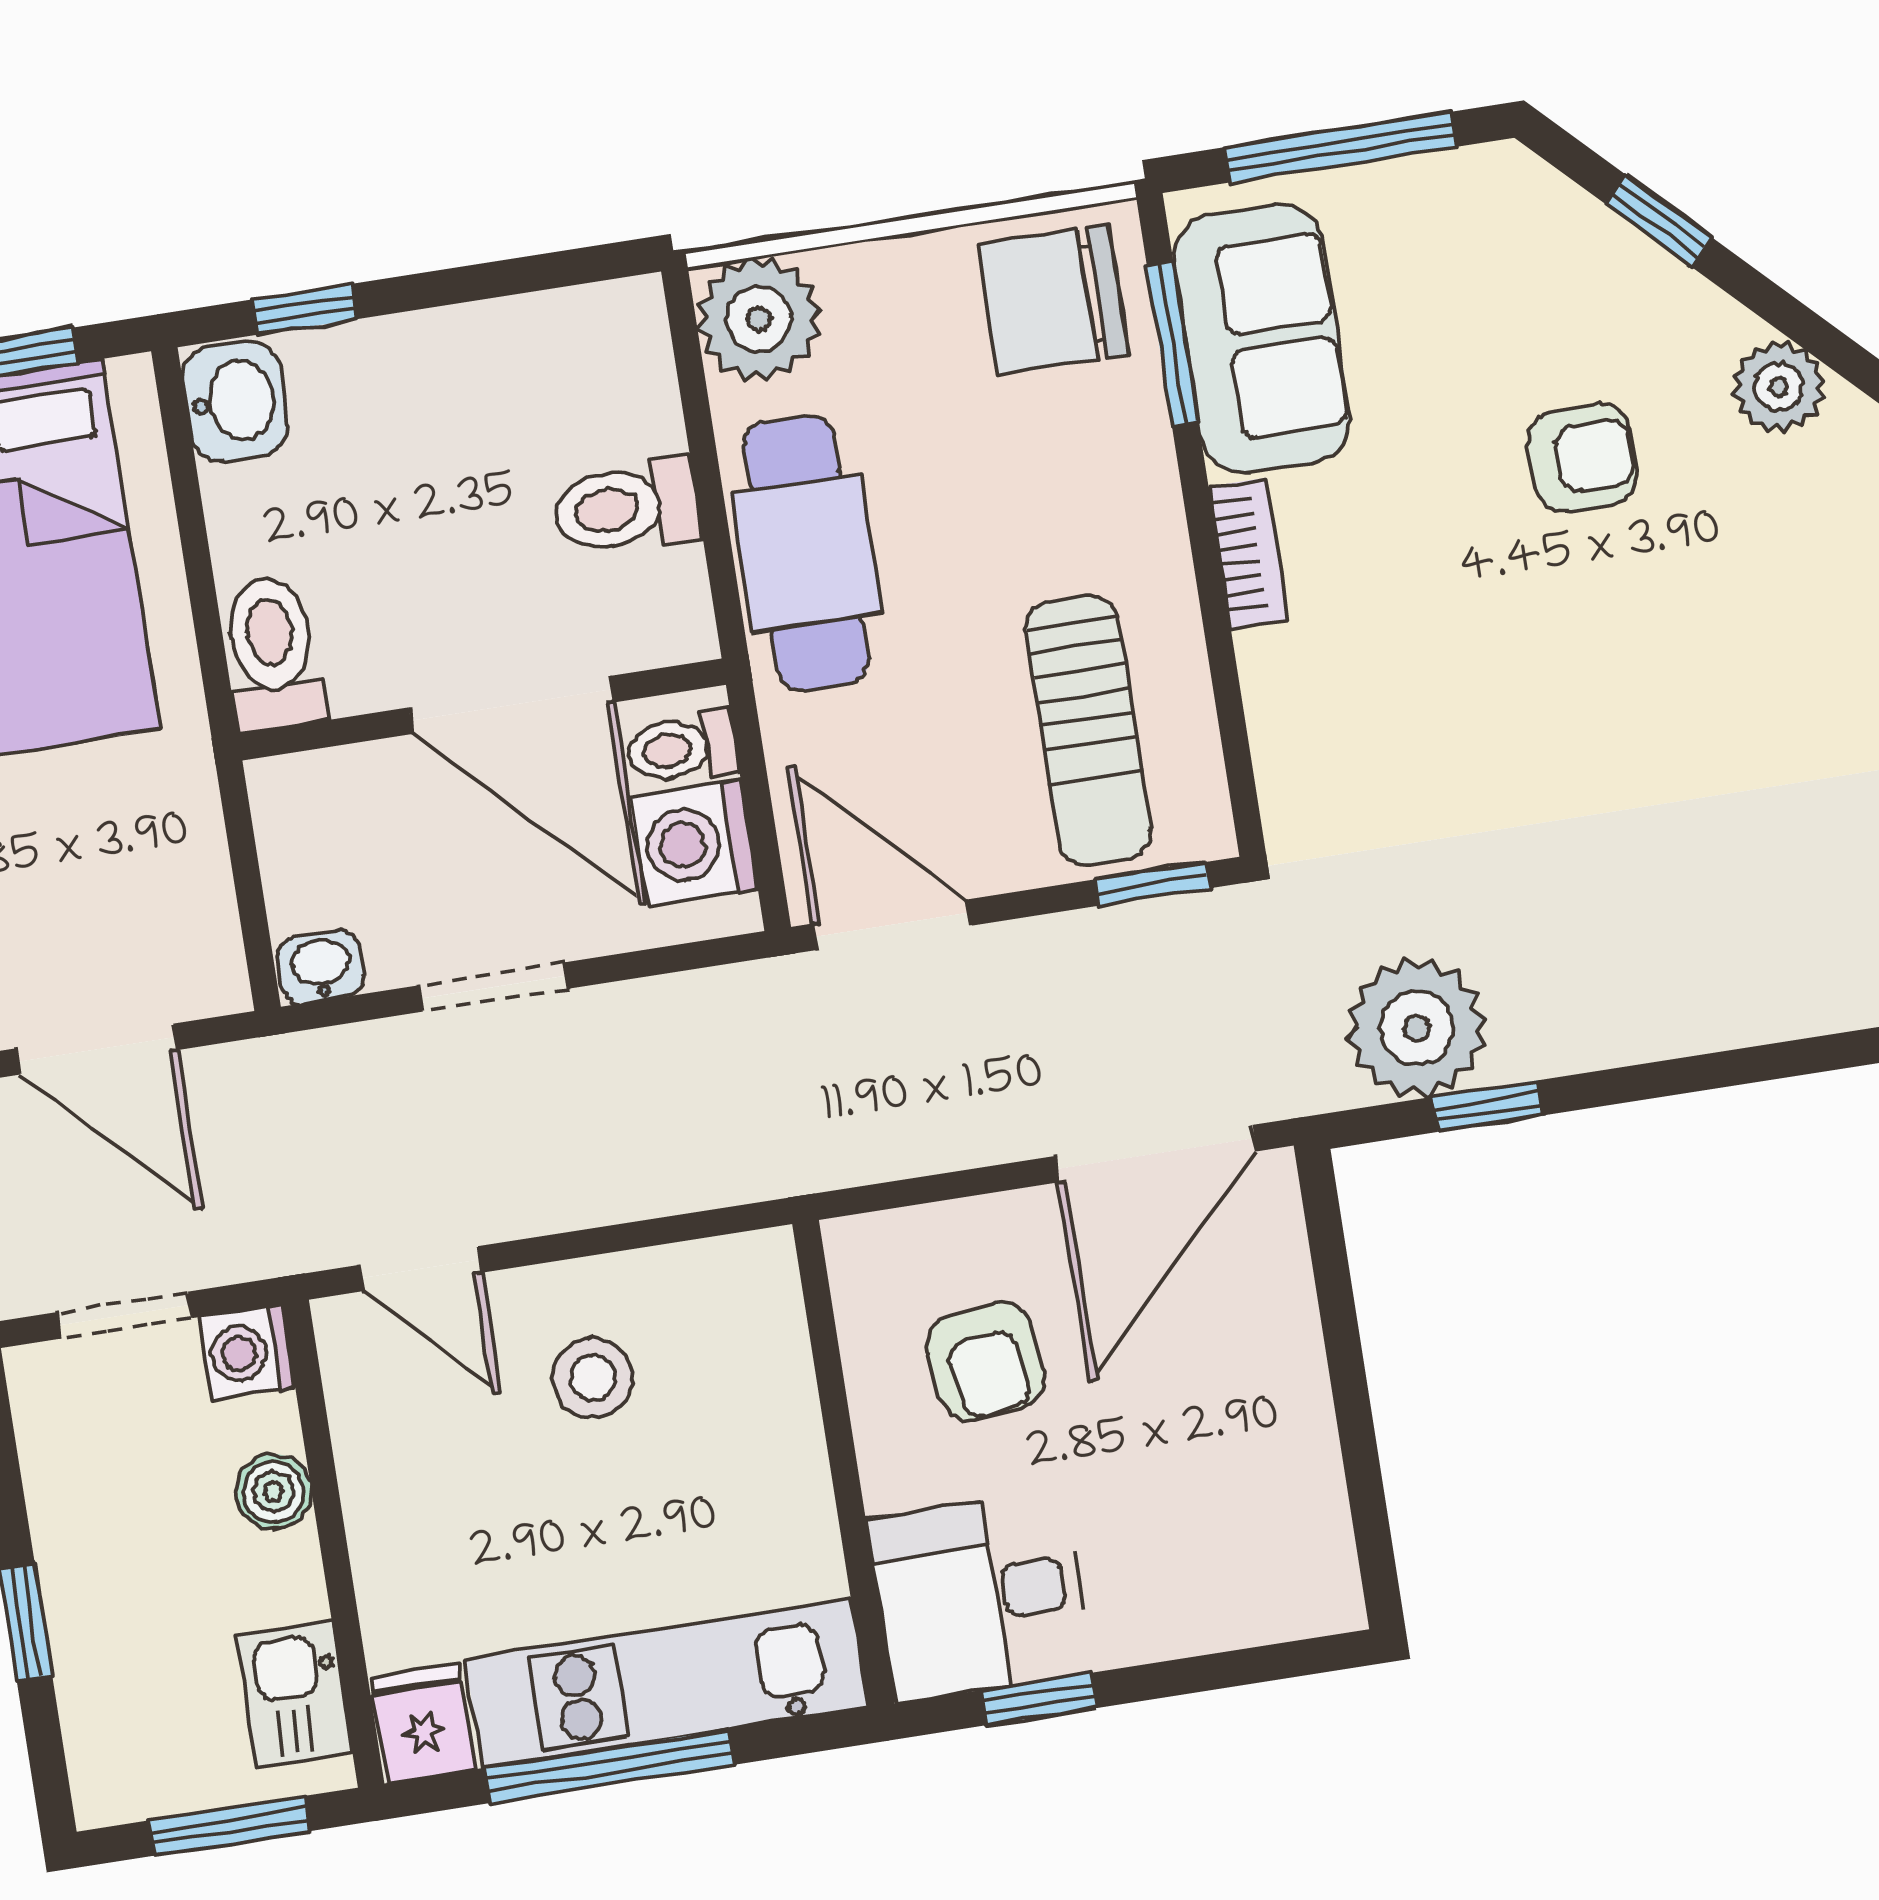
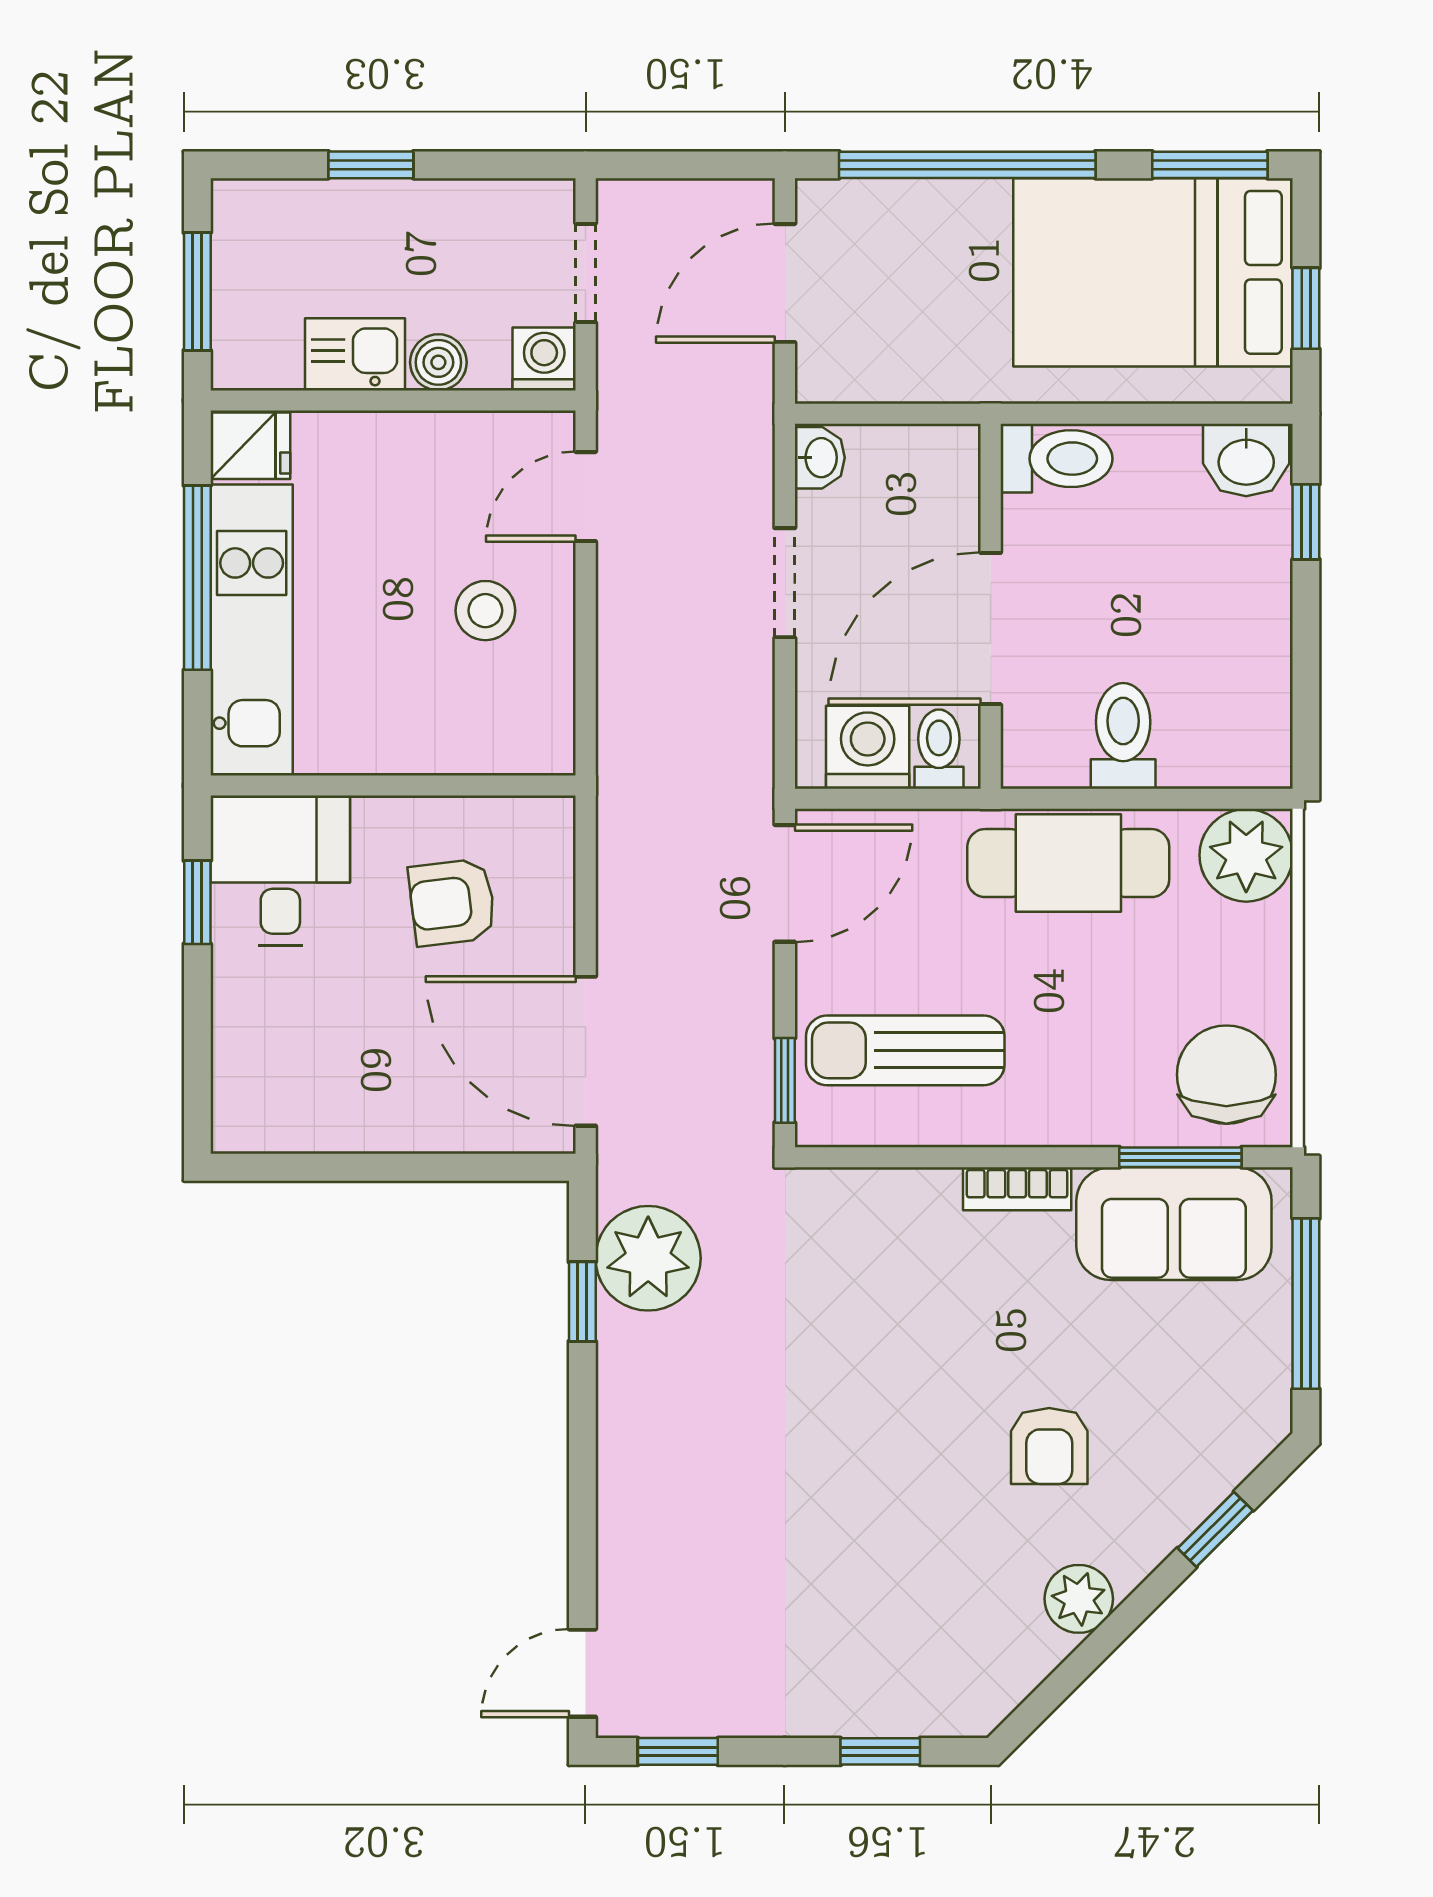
kitchen sink: (294, 1694) -> (355, 354), moved

